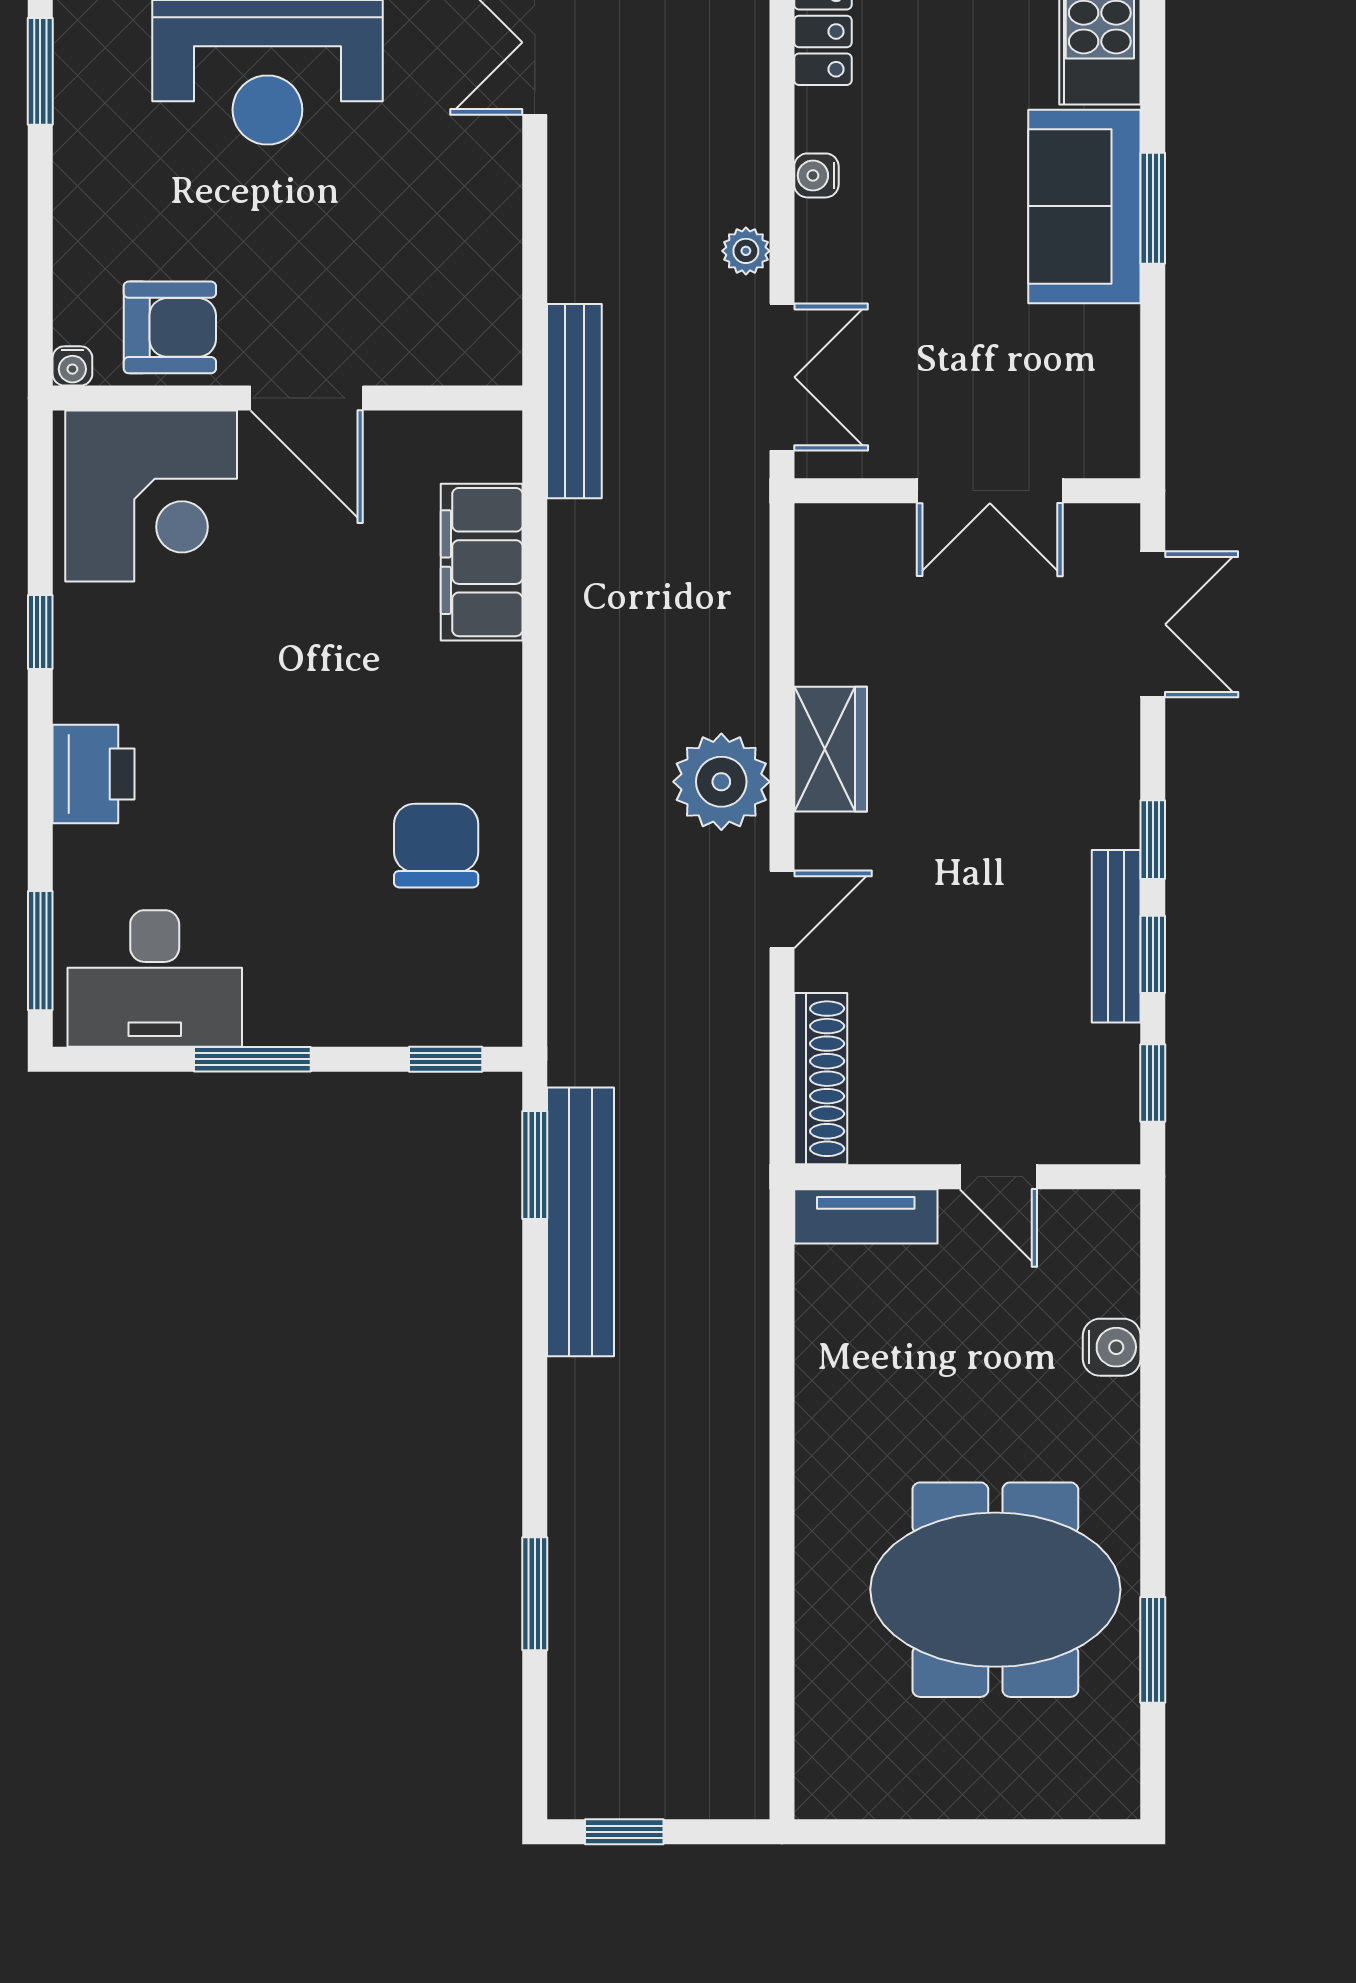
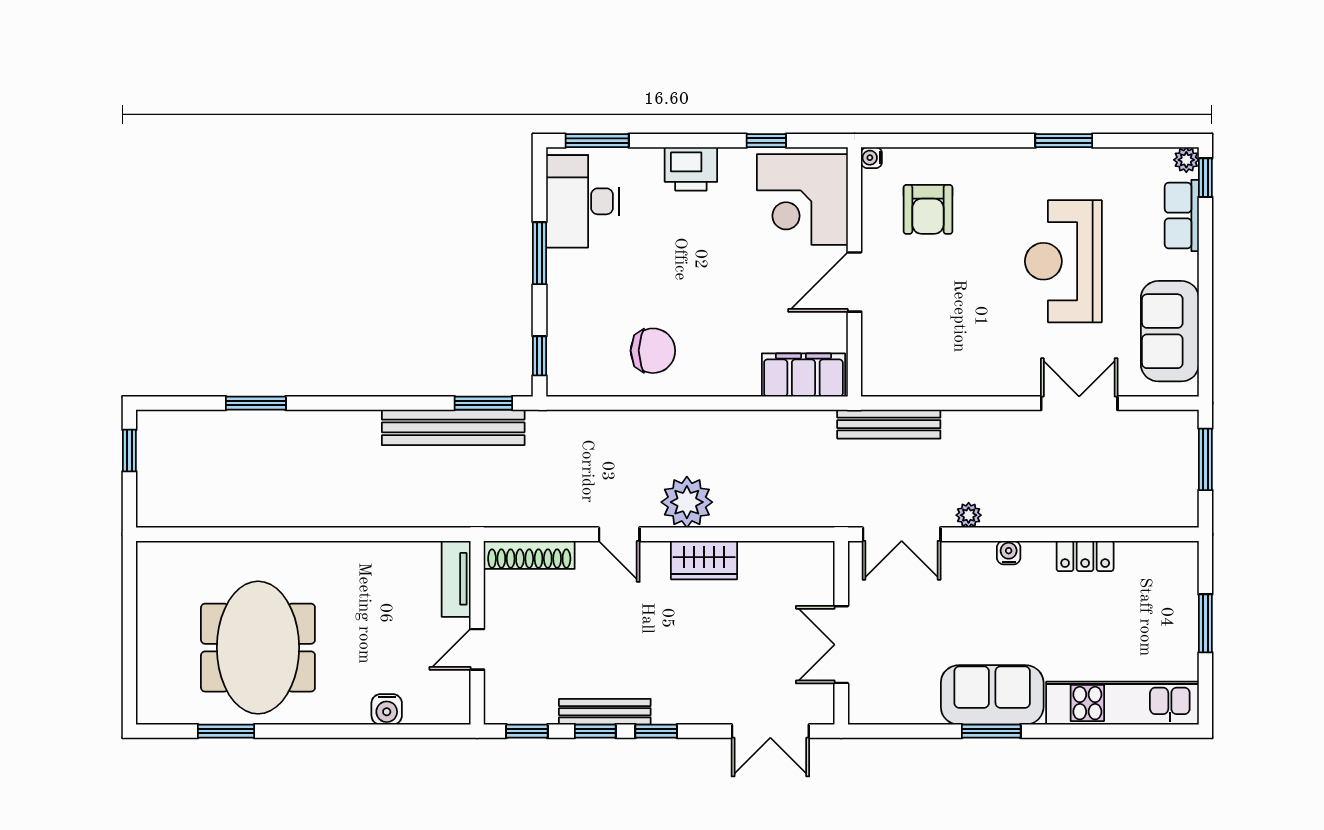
water cooler: (72, 366) -> (871, 158), moved
wall: (287, 398) -> (854, 272), moved
door: (307, 398) -> (854, 282), moved
corner desk: (151, 496) -> (802, 199), moved

